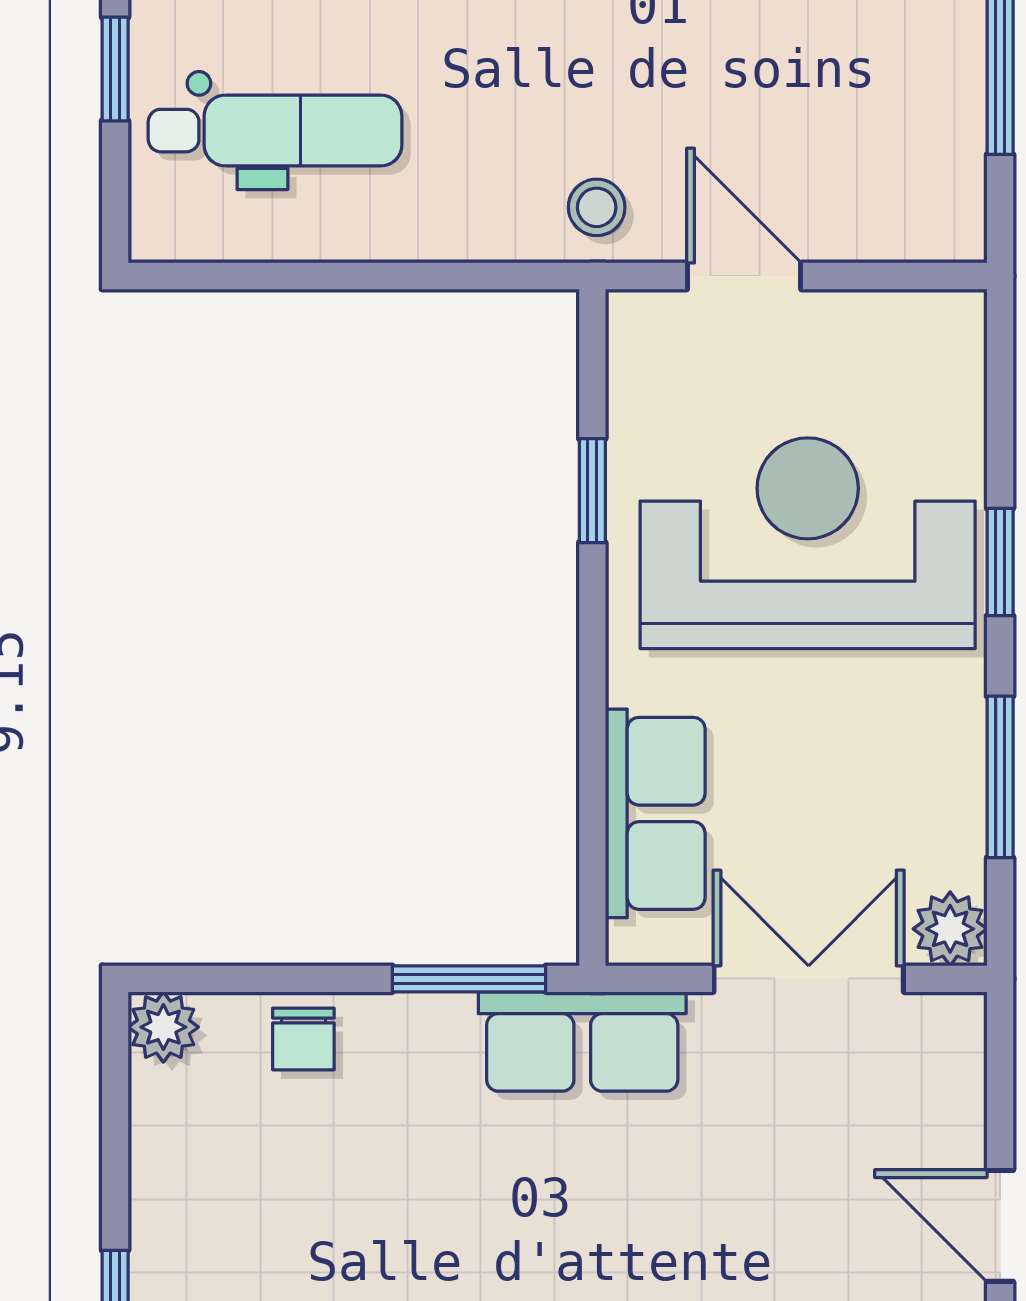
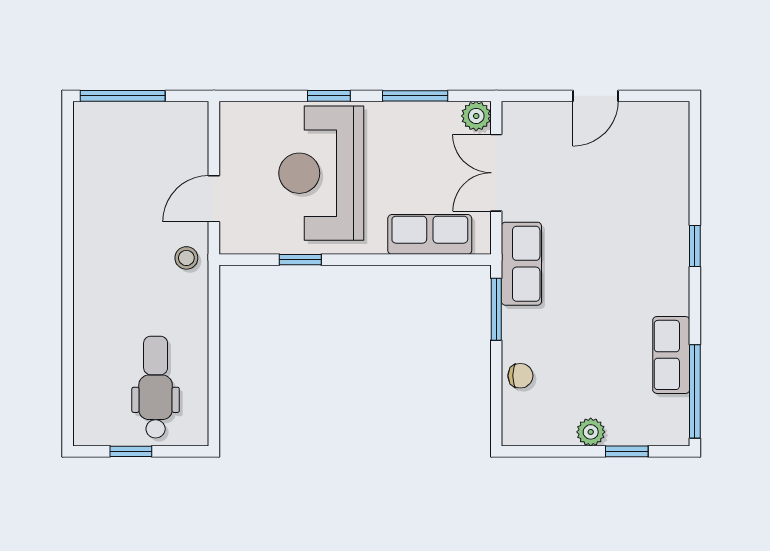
plant: (163, 1027) -> (591, 432), moved

